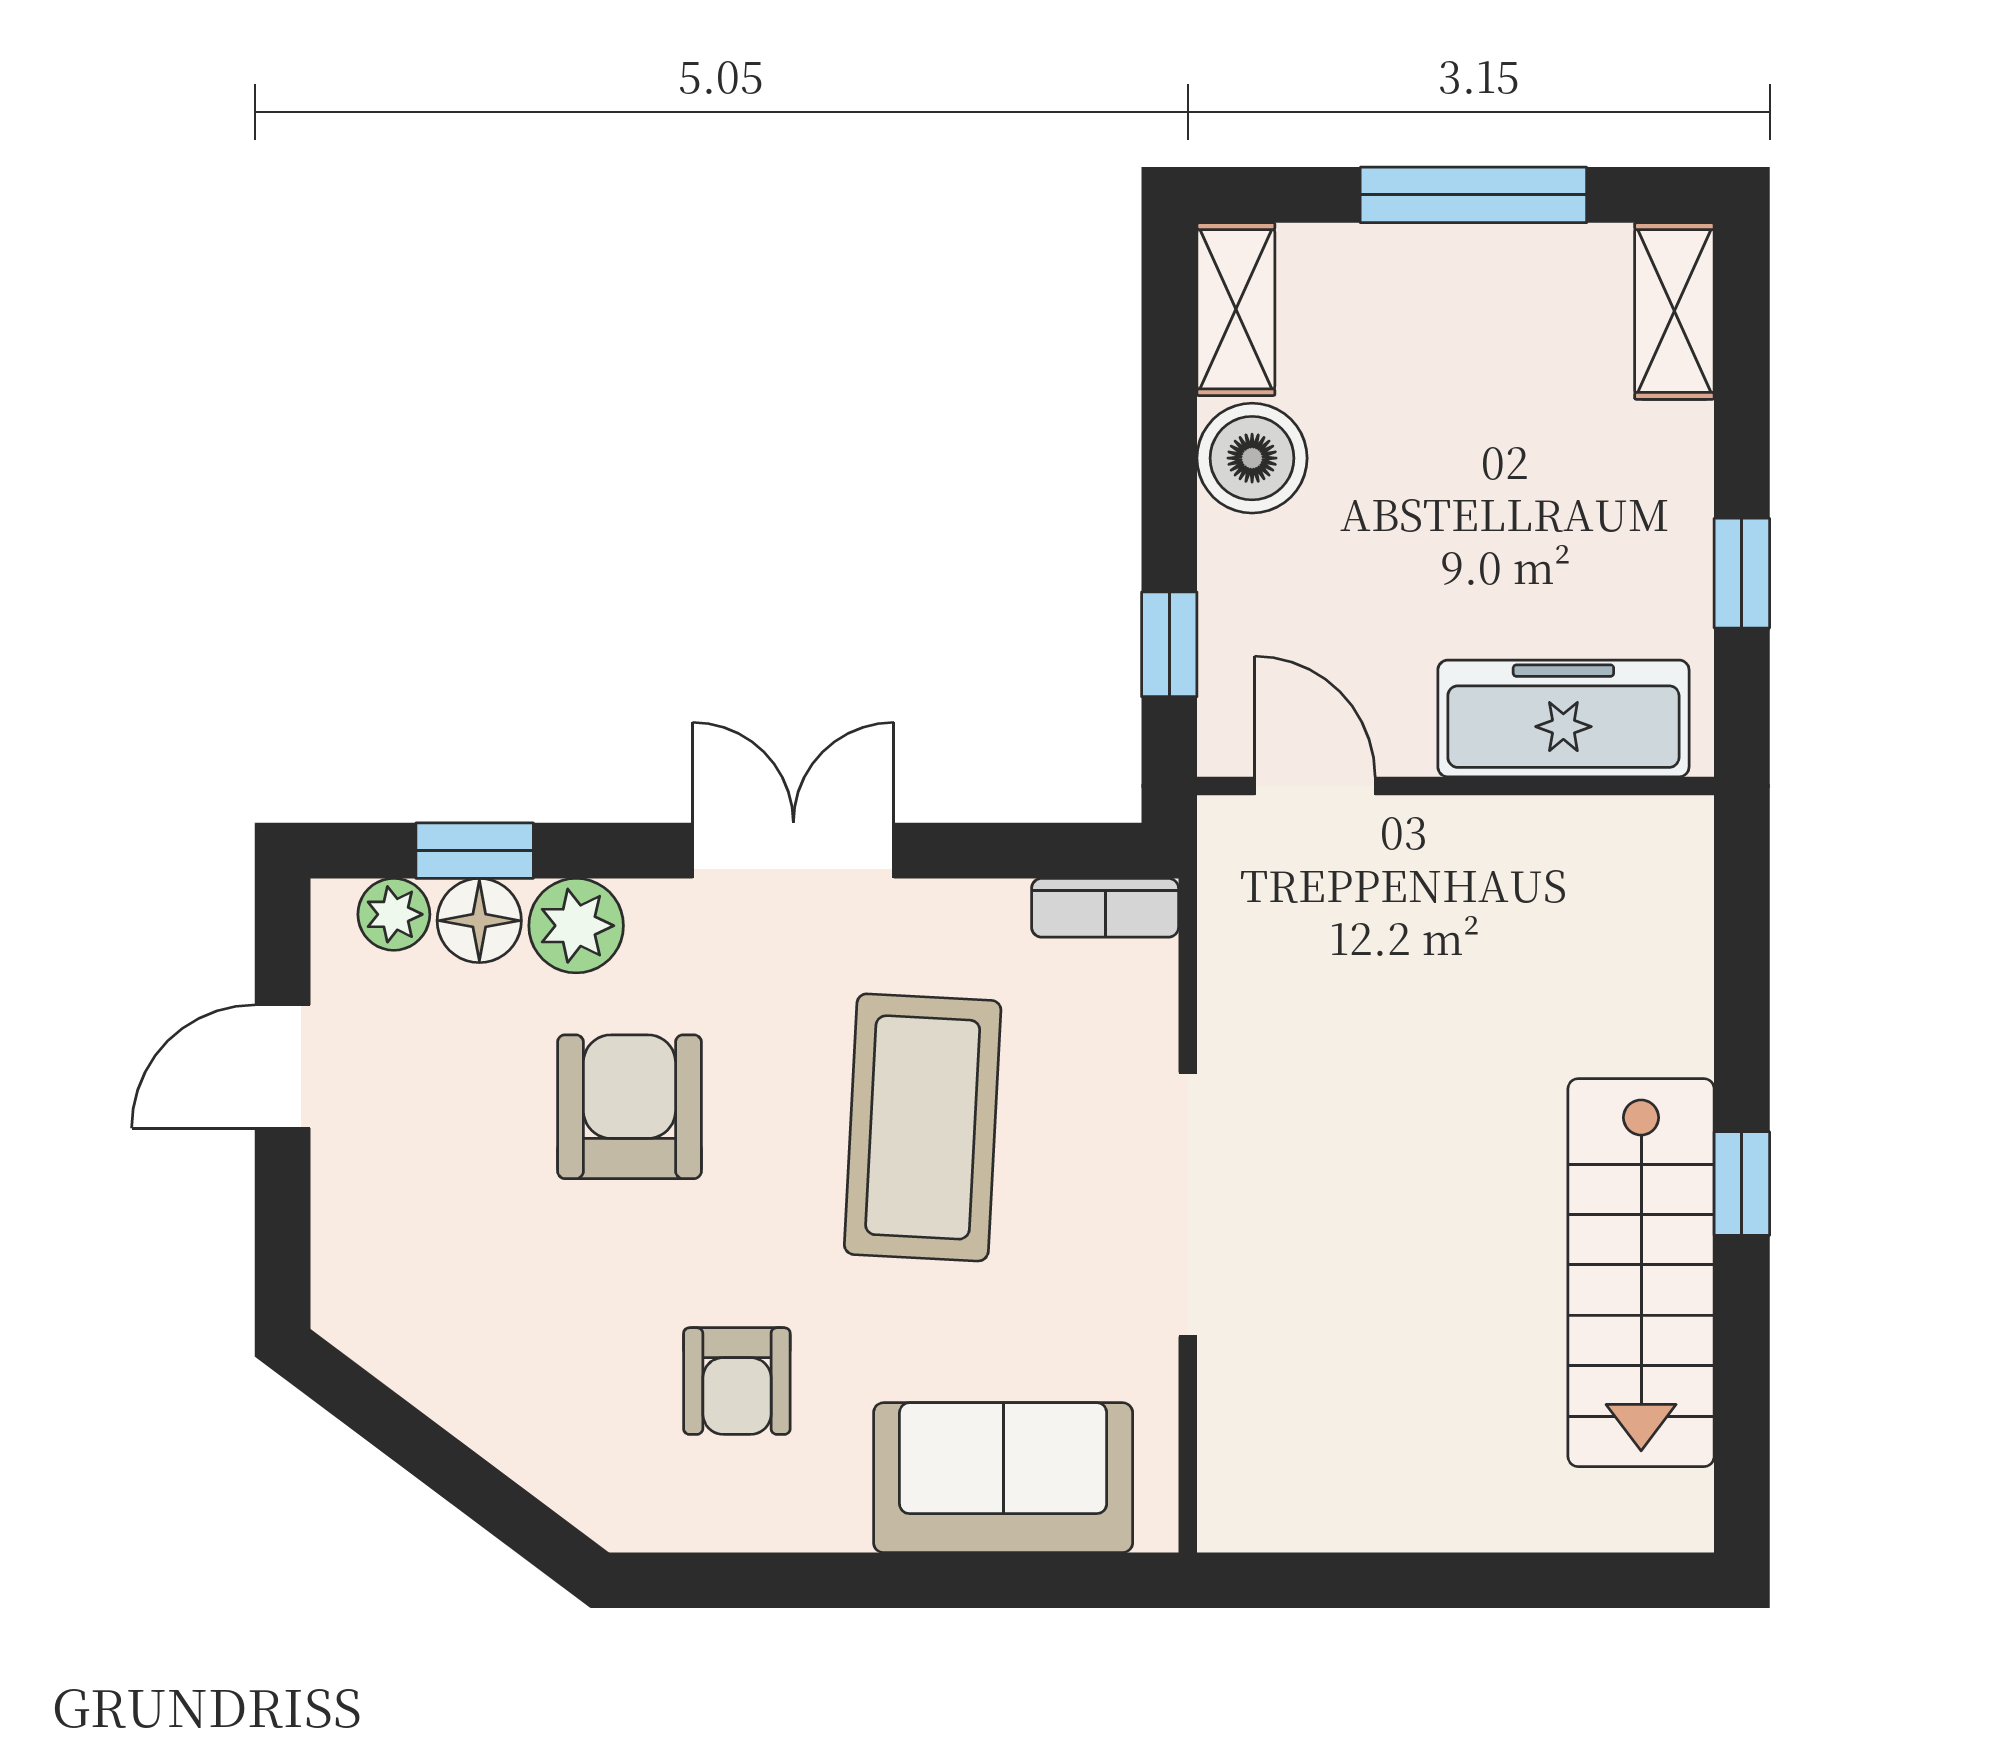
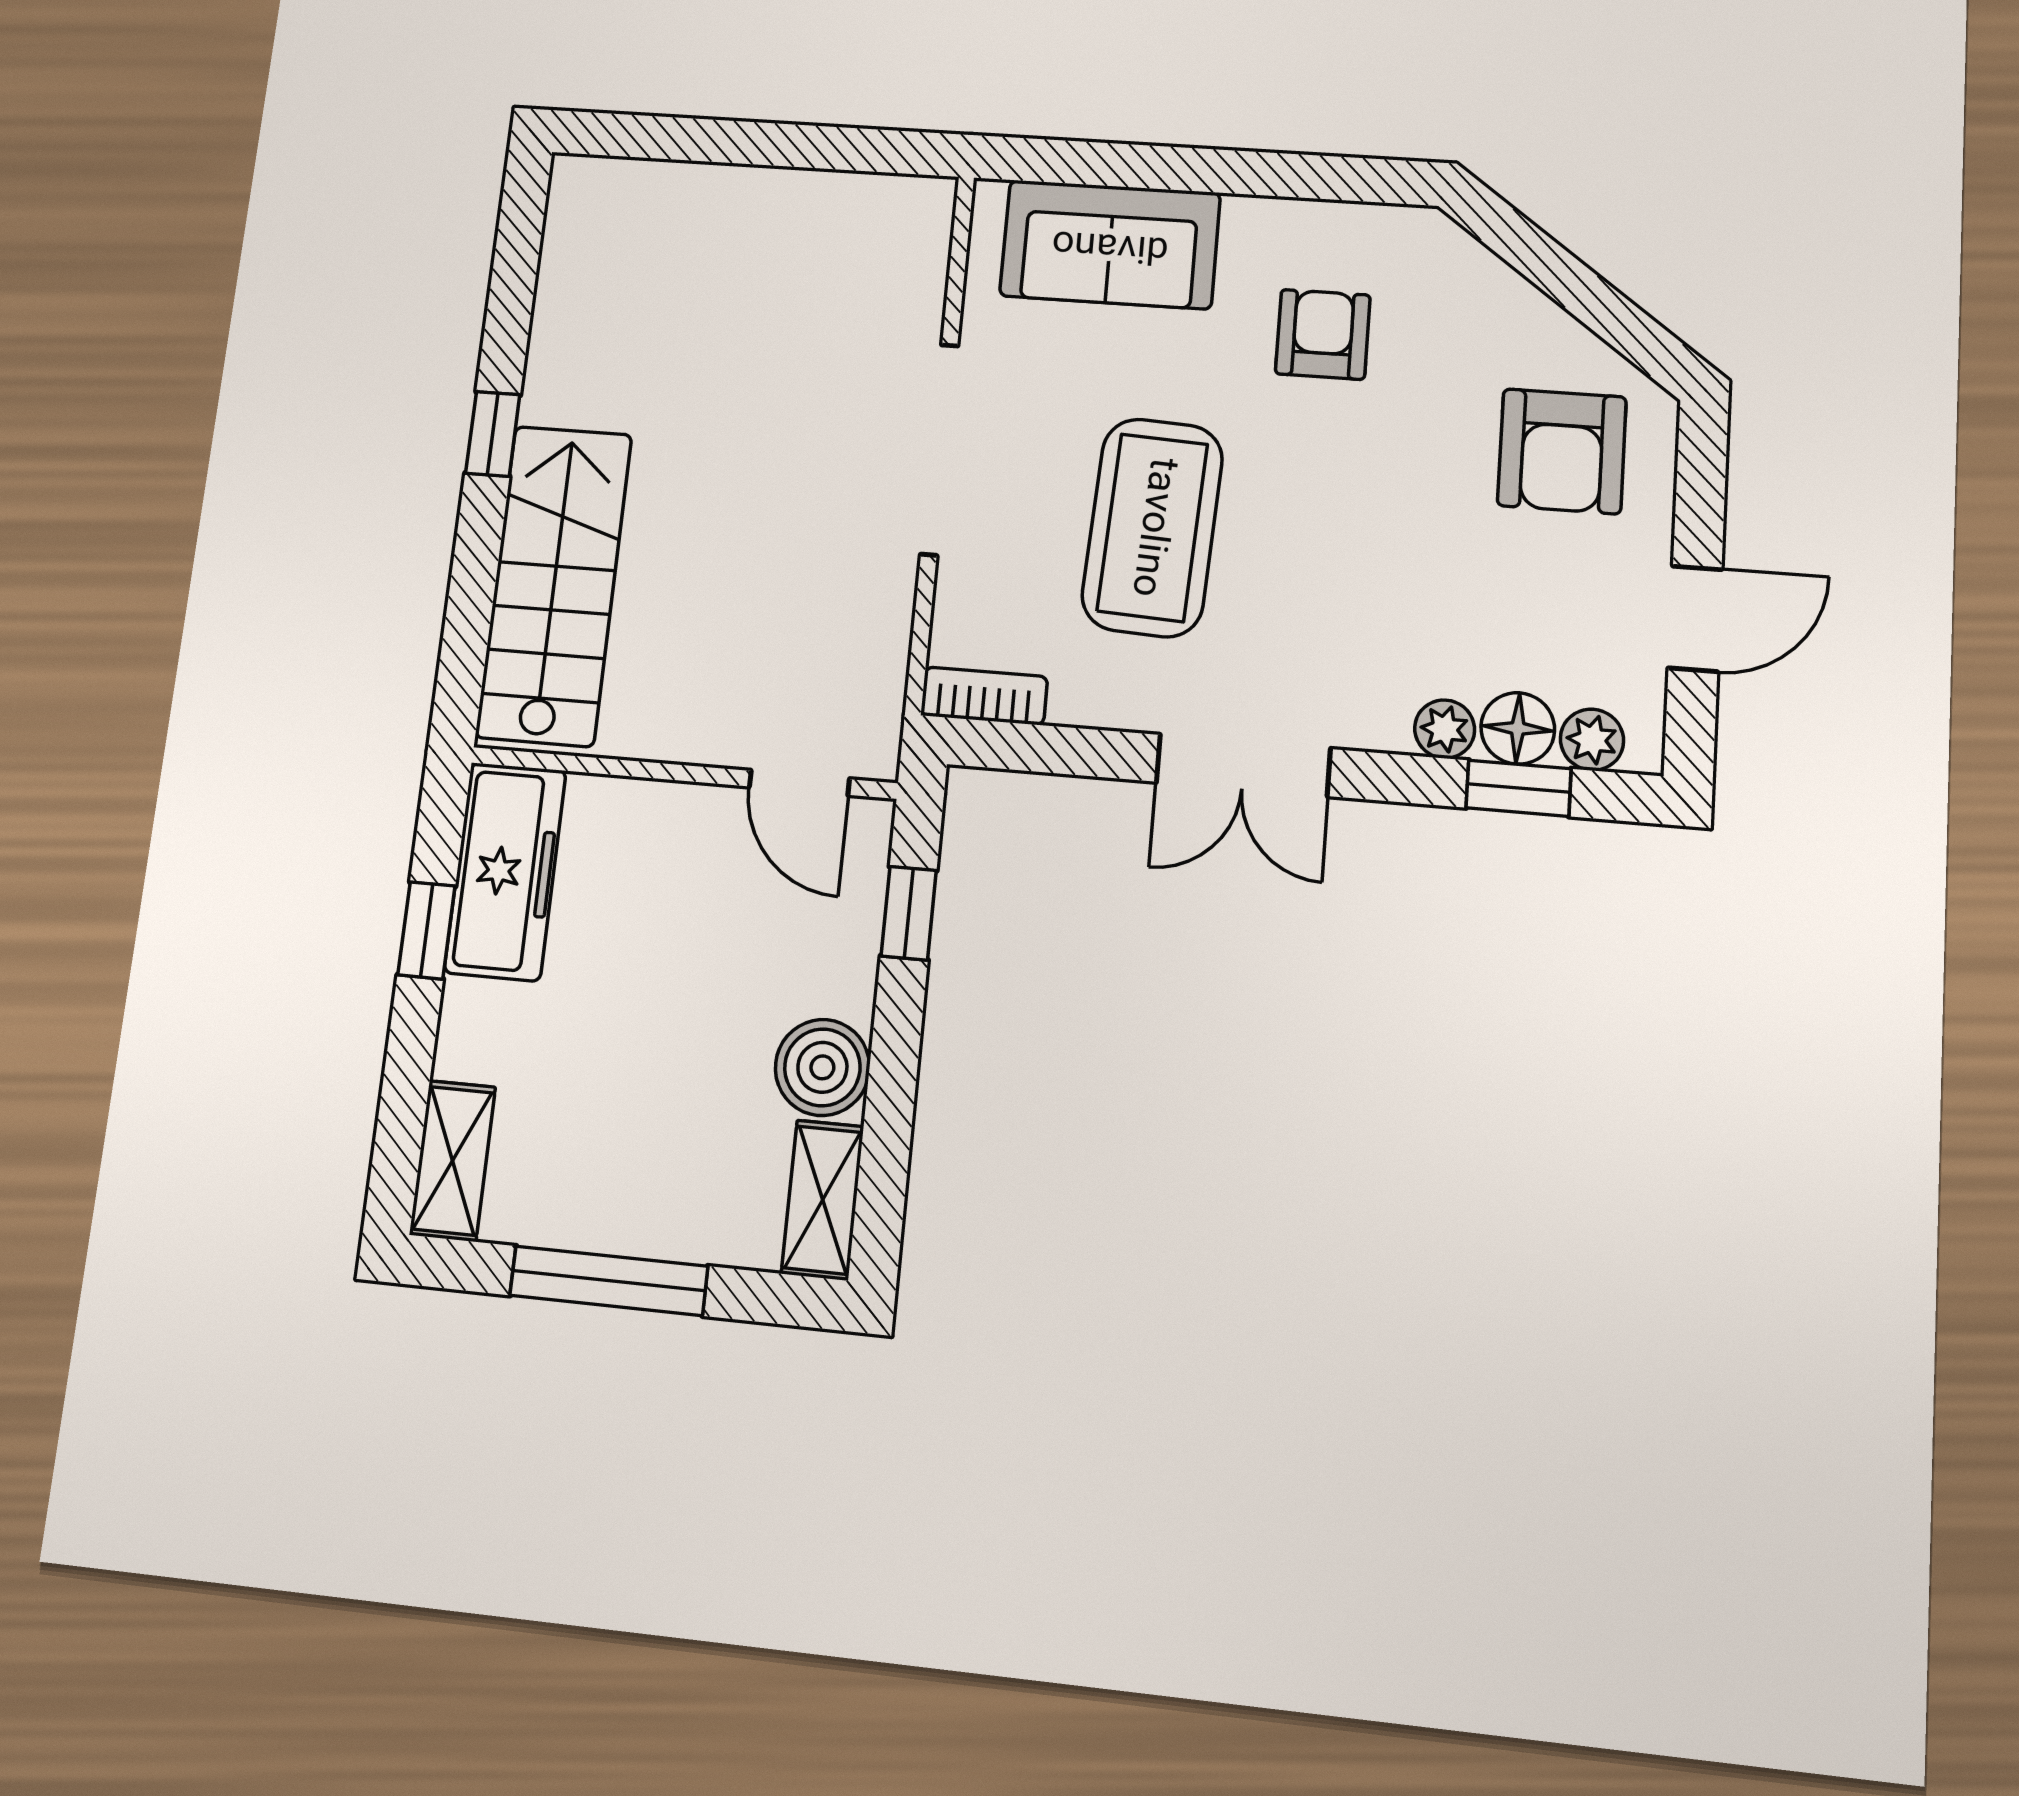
freezer: (1563, 718) -> (505, 871), moved, turned -90
plant: (576, 926) -> (1445, 729), width x0.73, depth x0.73
armchair: (629, 1107) -> (1562, 451), moved
stairs: (1641, 1273) -> (554, 585), moved

